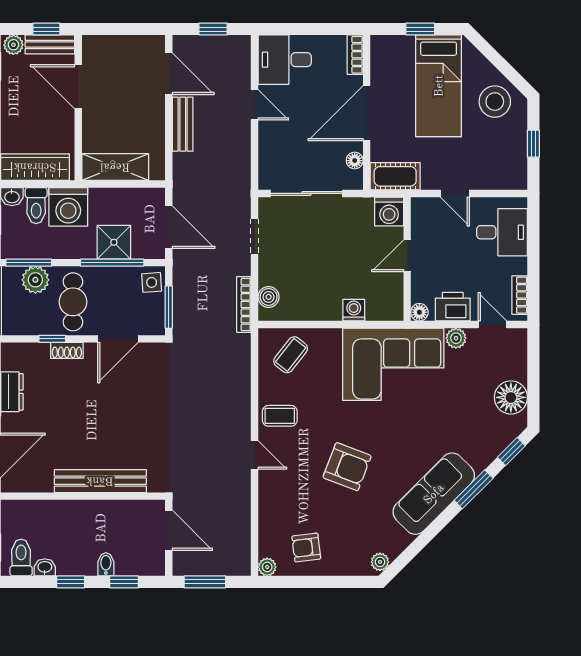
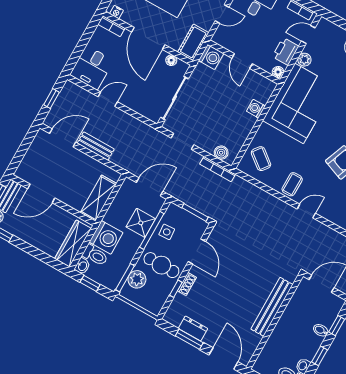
nightstand: (378, 51) -> (117, 12), added
side table: (152, 282) -> (167, 232), moved

